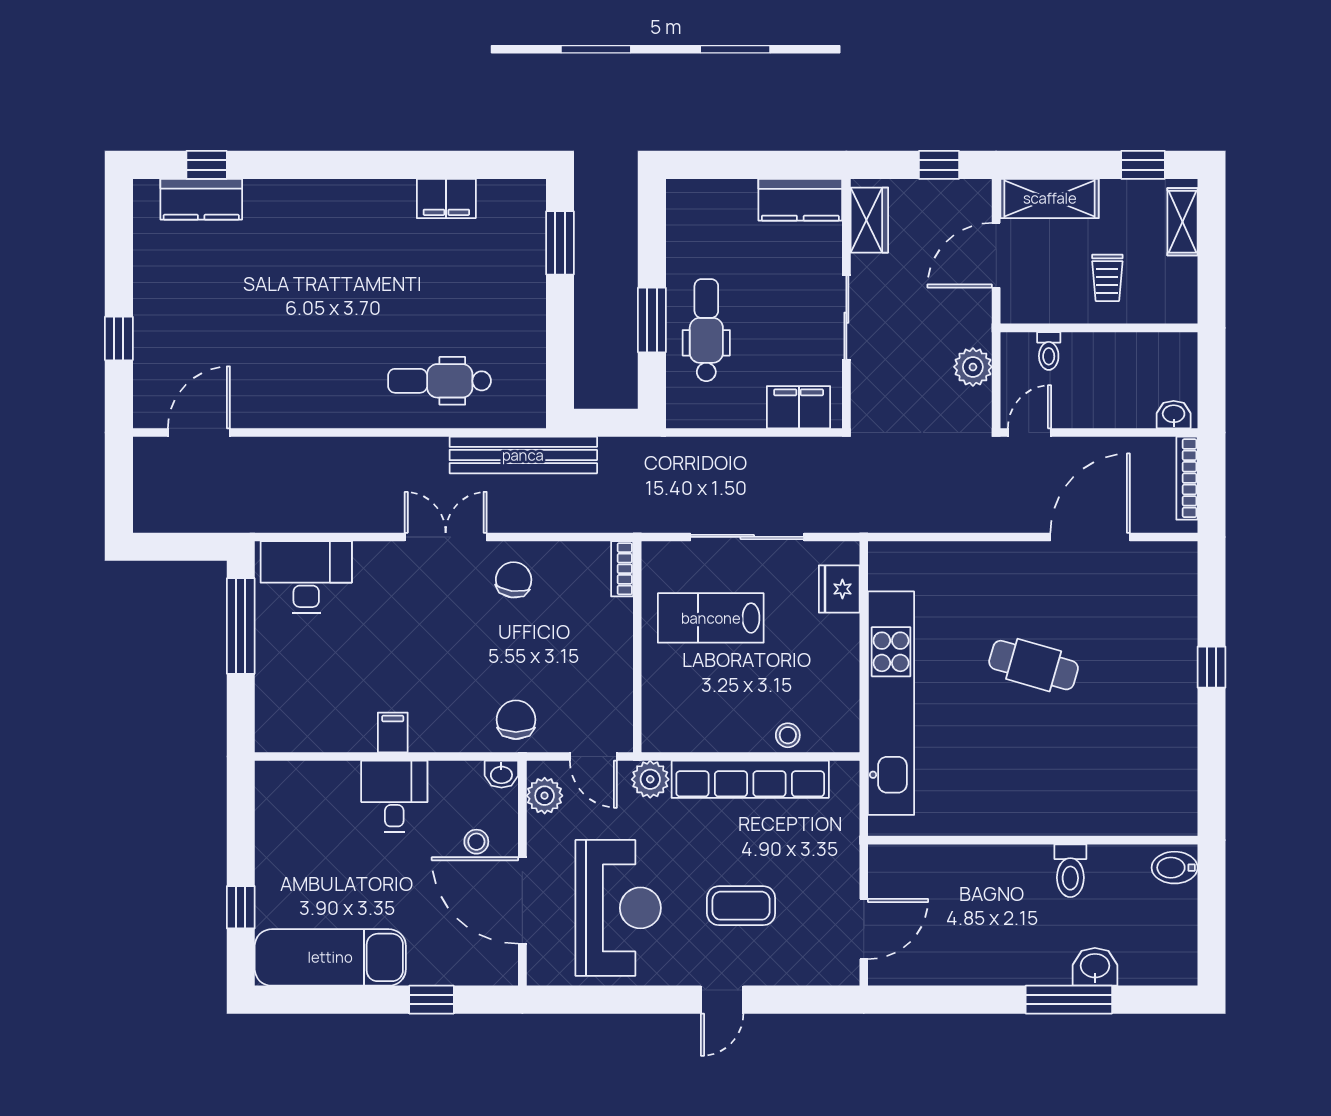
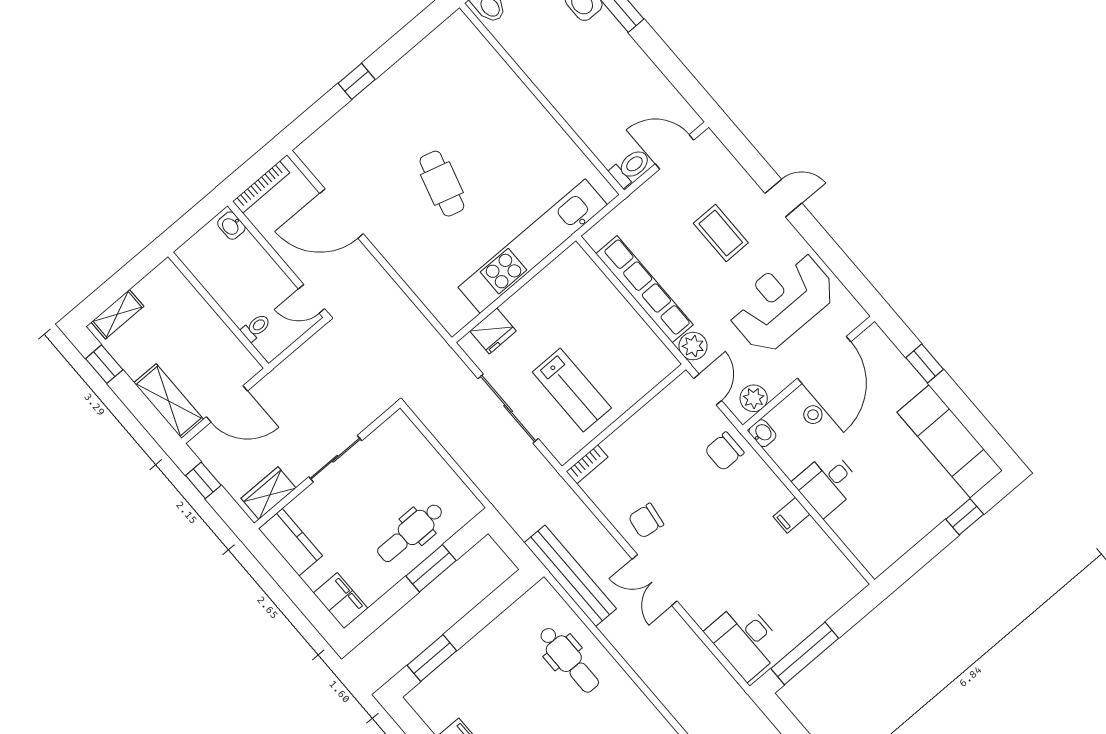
trolley: (1107, 278) -> (186, 330), removed
plant: (973, 367) -> (302, 363), removed
filing cabinet: (799, 407) -> (341, 601), moved, turned 180
stool: (788, 735) -> (601, 289), removed
toilet: (1070, 871) -> (630, 167), moved

